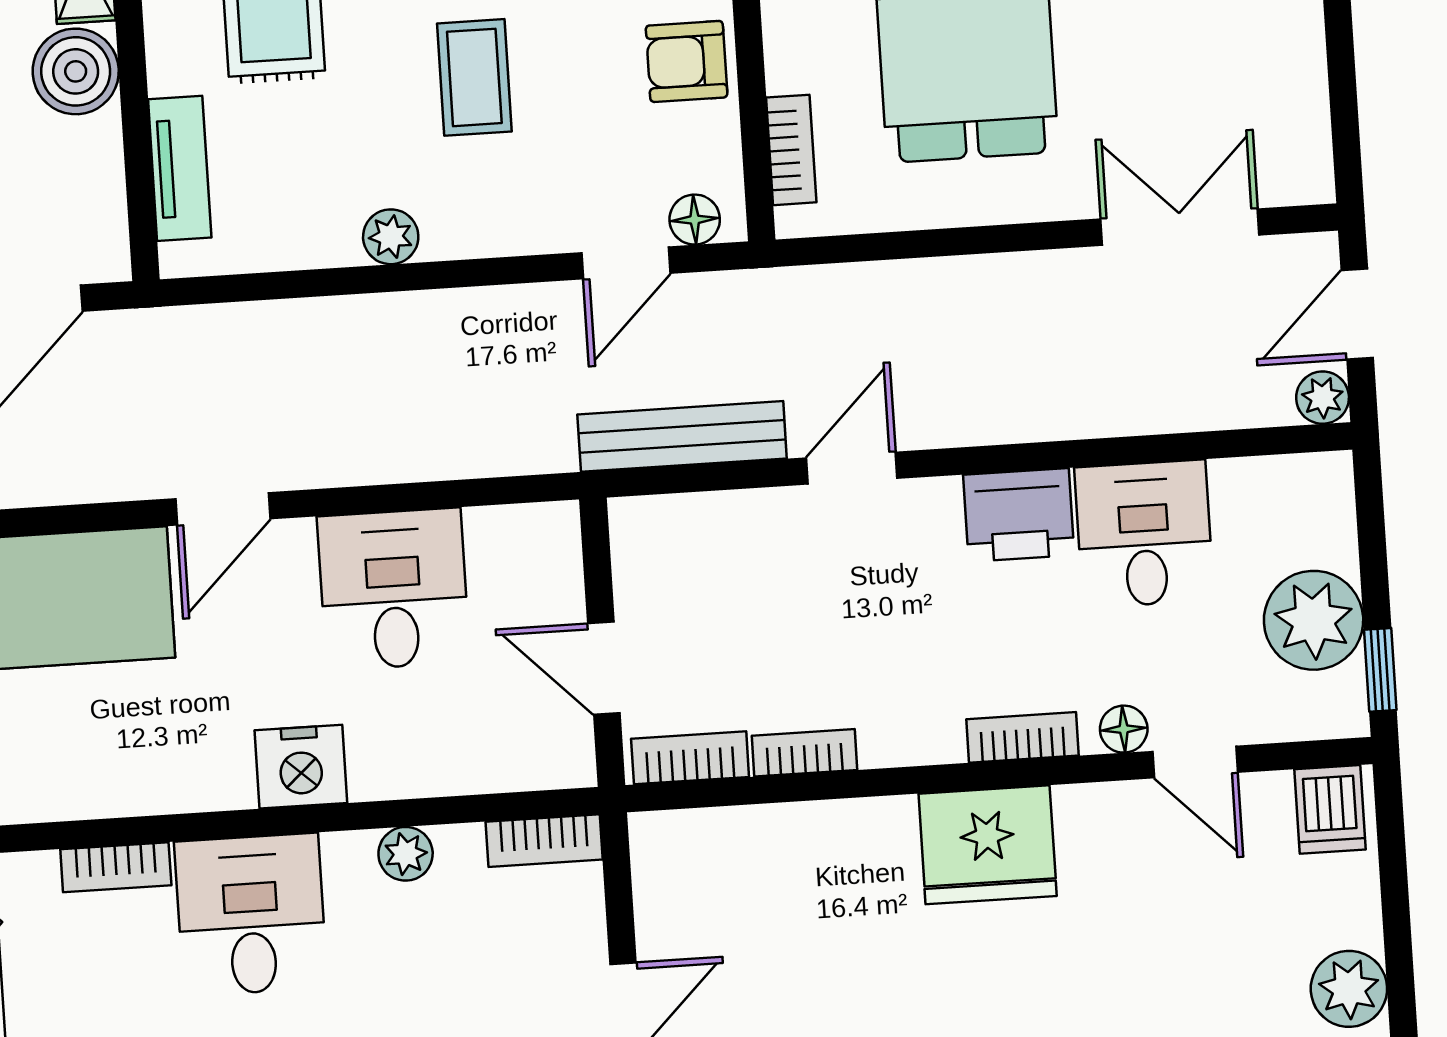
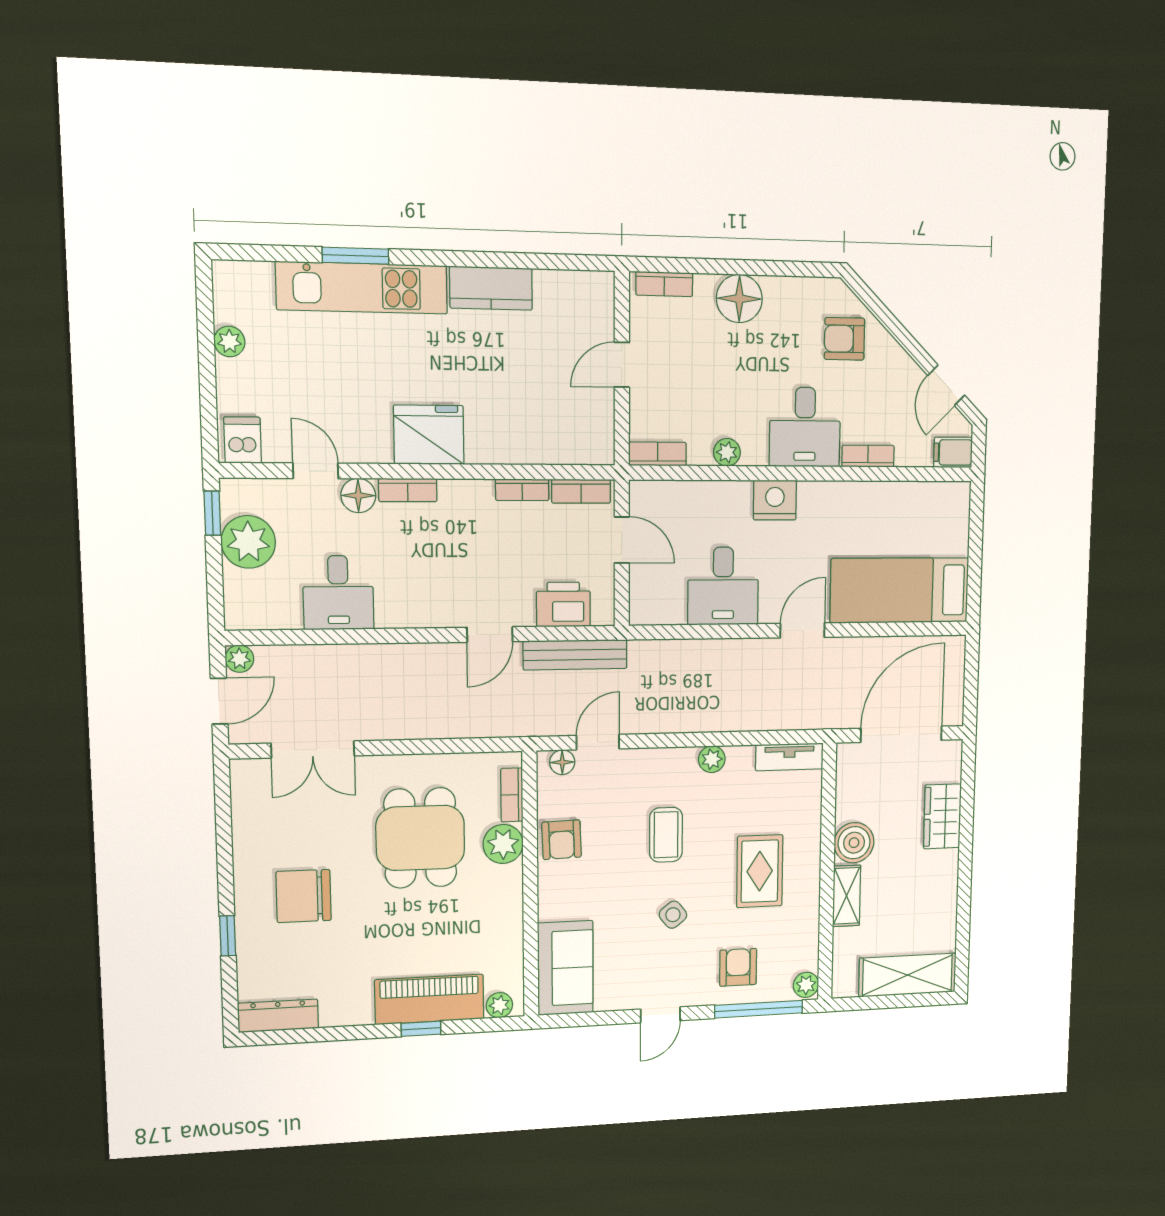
plant: (803, 50) -> (503, 844), added
armchair: (687, 61) -> (562, 840), turned 88
tv unit: (180, 168) -> (789, 757), moved, turned -90
printer: (1019, 515) -> (563, 604), moved
floor lamp: (1124, 729) -> (358, 496), width x1.37, depth x1.37
plant: (1349, 989) -> (229, 341), width x0.73, depth x0.73

